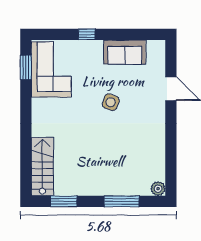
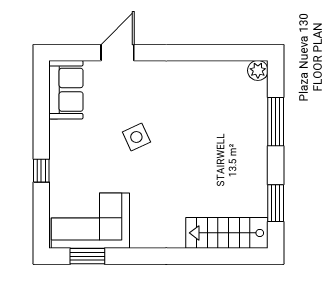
sofa: (125, 52) -> (66, 90), moved
side table: (111, 102) -> (136, 137), turned 45

